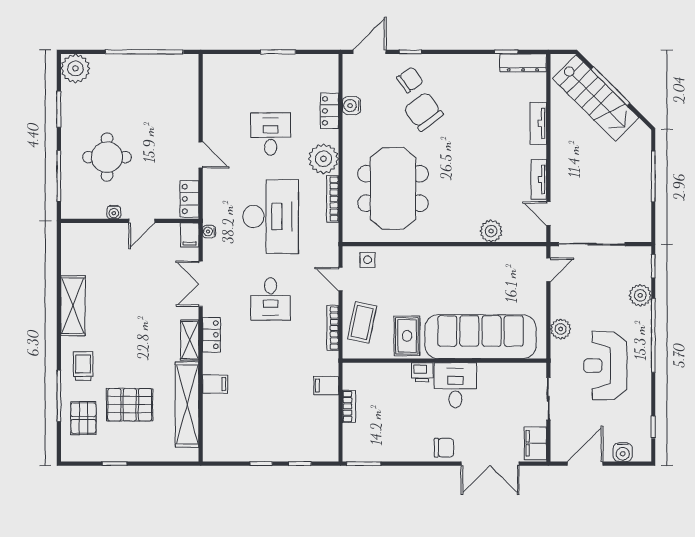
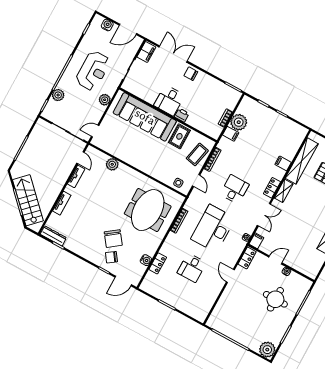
plant: (323, 159) -> (239, 122), moved

